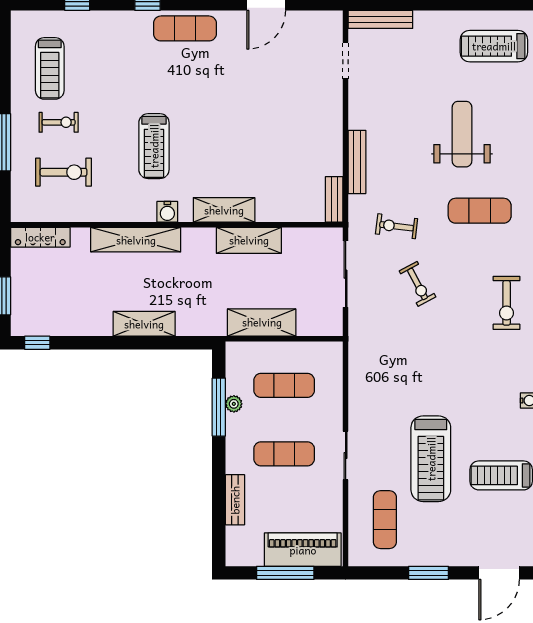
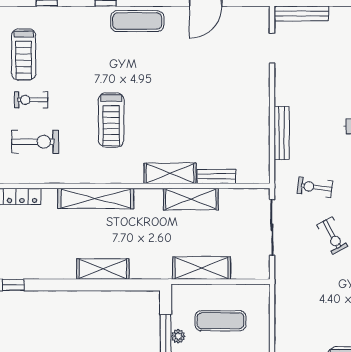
exercise bike: (59, 122) -> (31, 100), turned 180
bench: (334, 199) -> (217, 176), moved, turned 90
water cooler: (167, 212) -> (122, 175), removed

